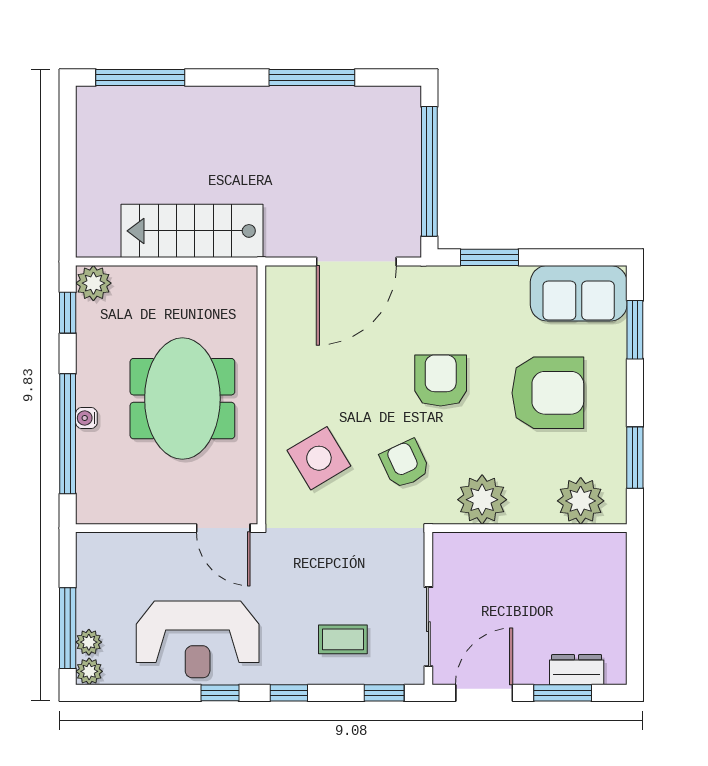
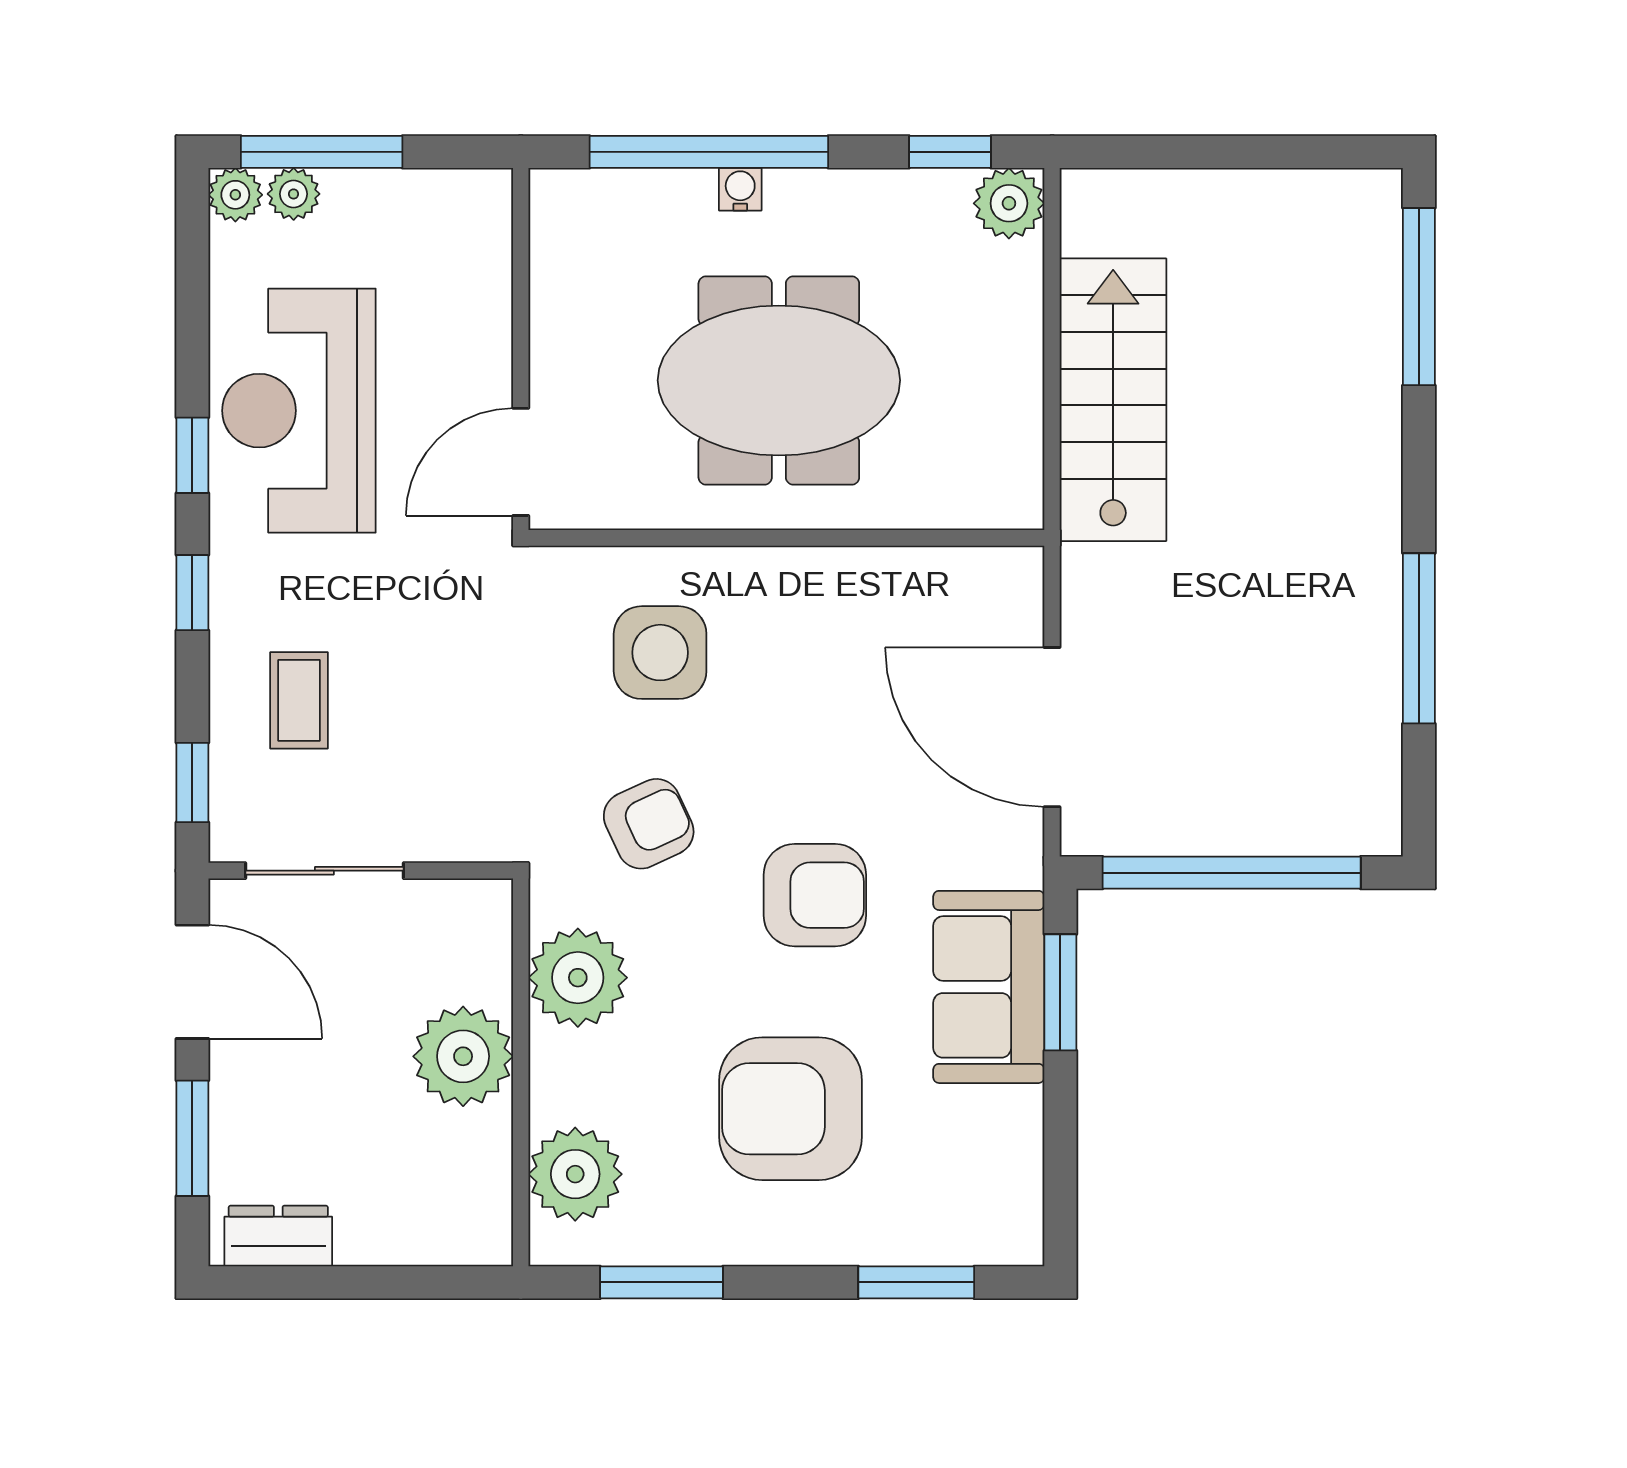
sofa: (579, 293) -> (989, 987), moved
armchair: (548, 393) -> (791, 1109), turned 90
side table: (319, 458) -> (660, 653), turned 31
plant: (522, 557) -> (463, 1056), added
dresser: (577, 670) -> (278, 1236), moved, turned -90

